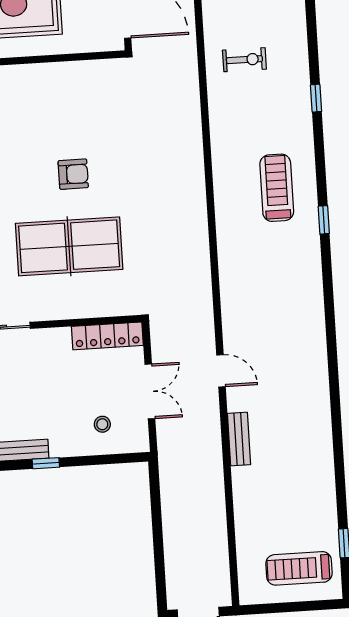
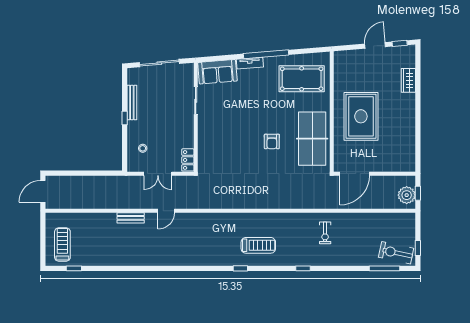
table tennis table: (69, 246) -> (312, 139), moved
locker: (107, 336) -> (188, 160), width x0.66

